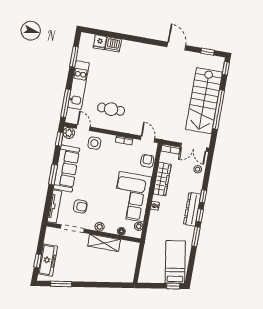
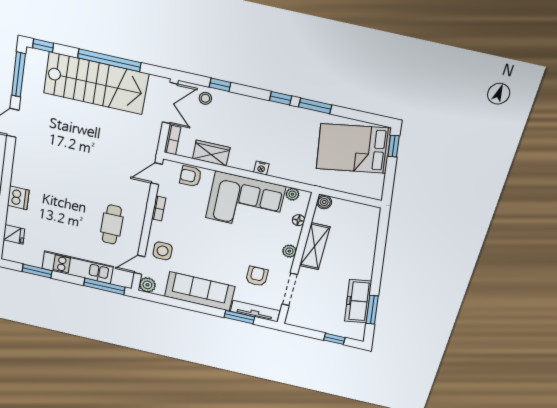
dishwasher: (113, 44) -> (18, 198), moved
window: (207, 52) -> (18, 75), width x2.17
window: (59, 139) -> (156, 298), removed
window: (53, 175) -> (239, 317), moved
wardrobe: (162, 179) -> (211, 153), width x0.67
window: (203, 196) -> (220, 85), moved
dresser: (192, 209) -> (270, 110), removed
boiler: (135, 247) -> (324, 202), added
freezer: (48, 260) -> (358, 301), moved, turned -99
bed: (175, 262) -> (353, 148), width x1.50

